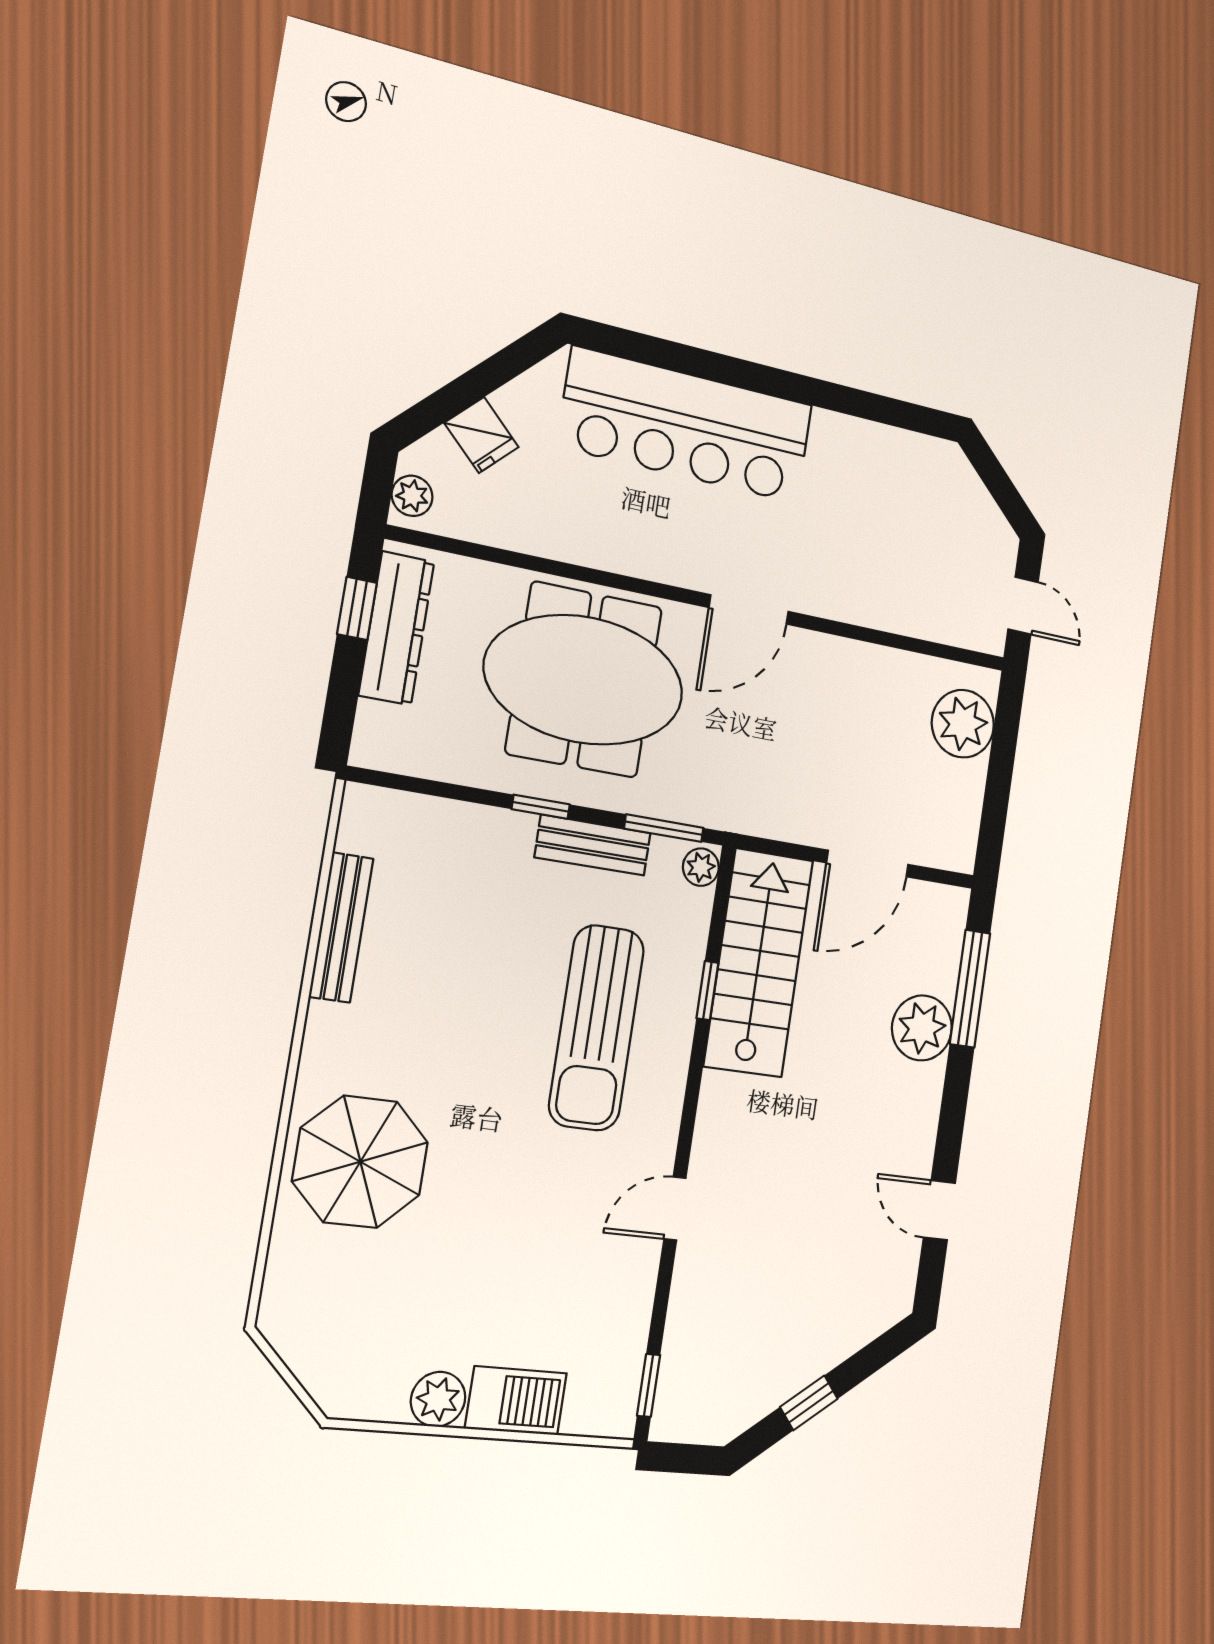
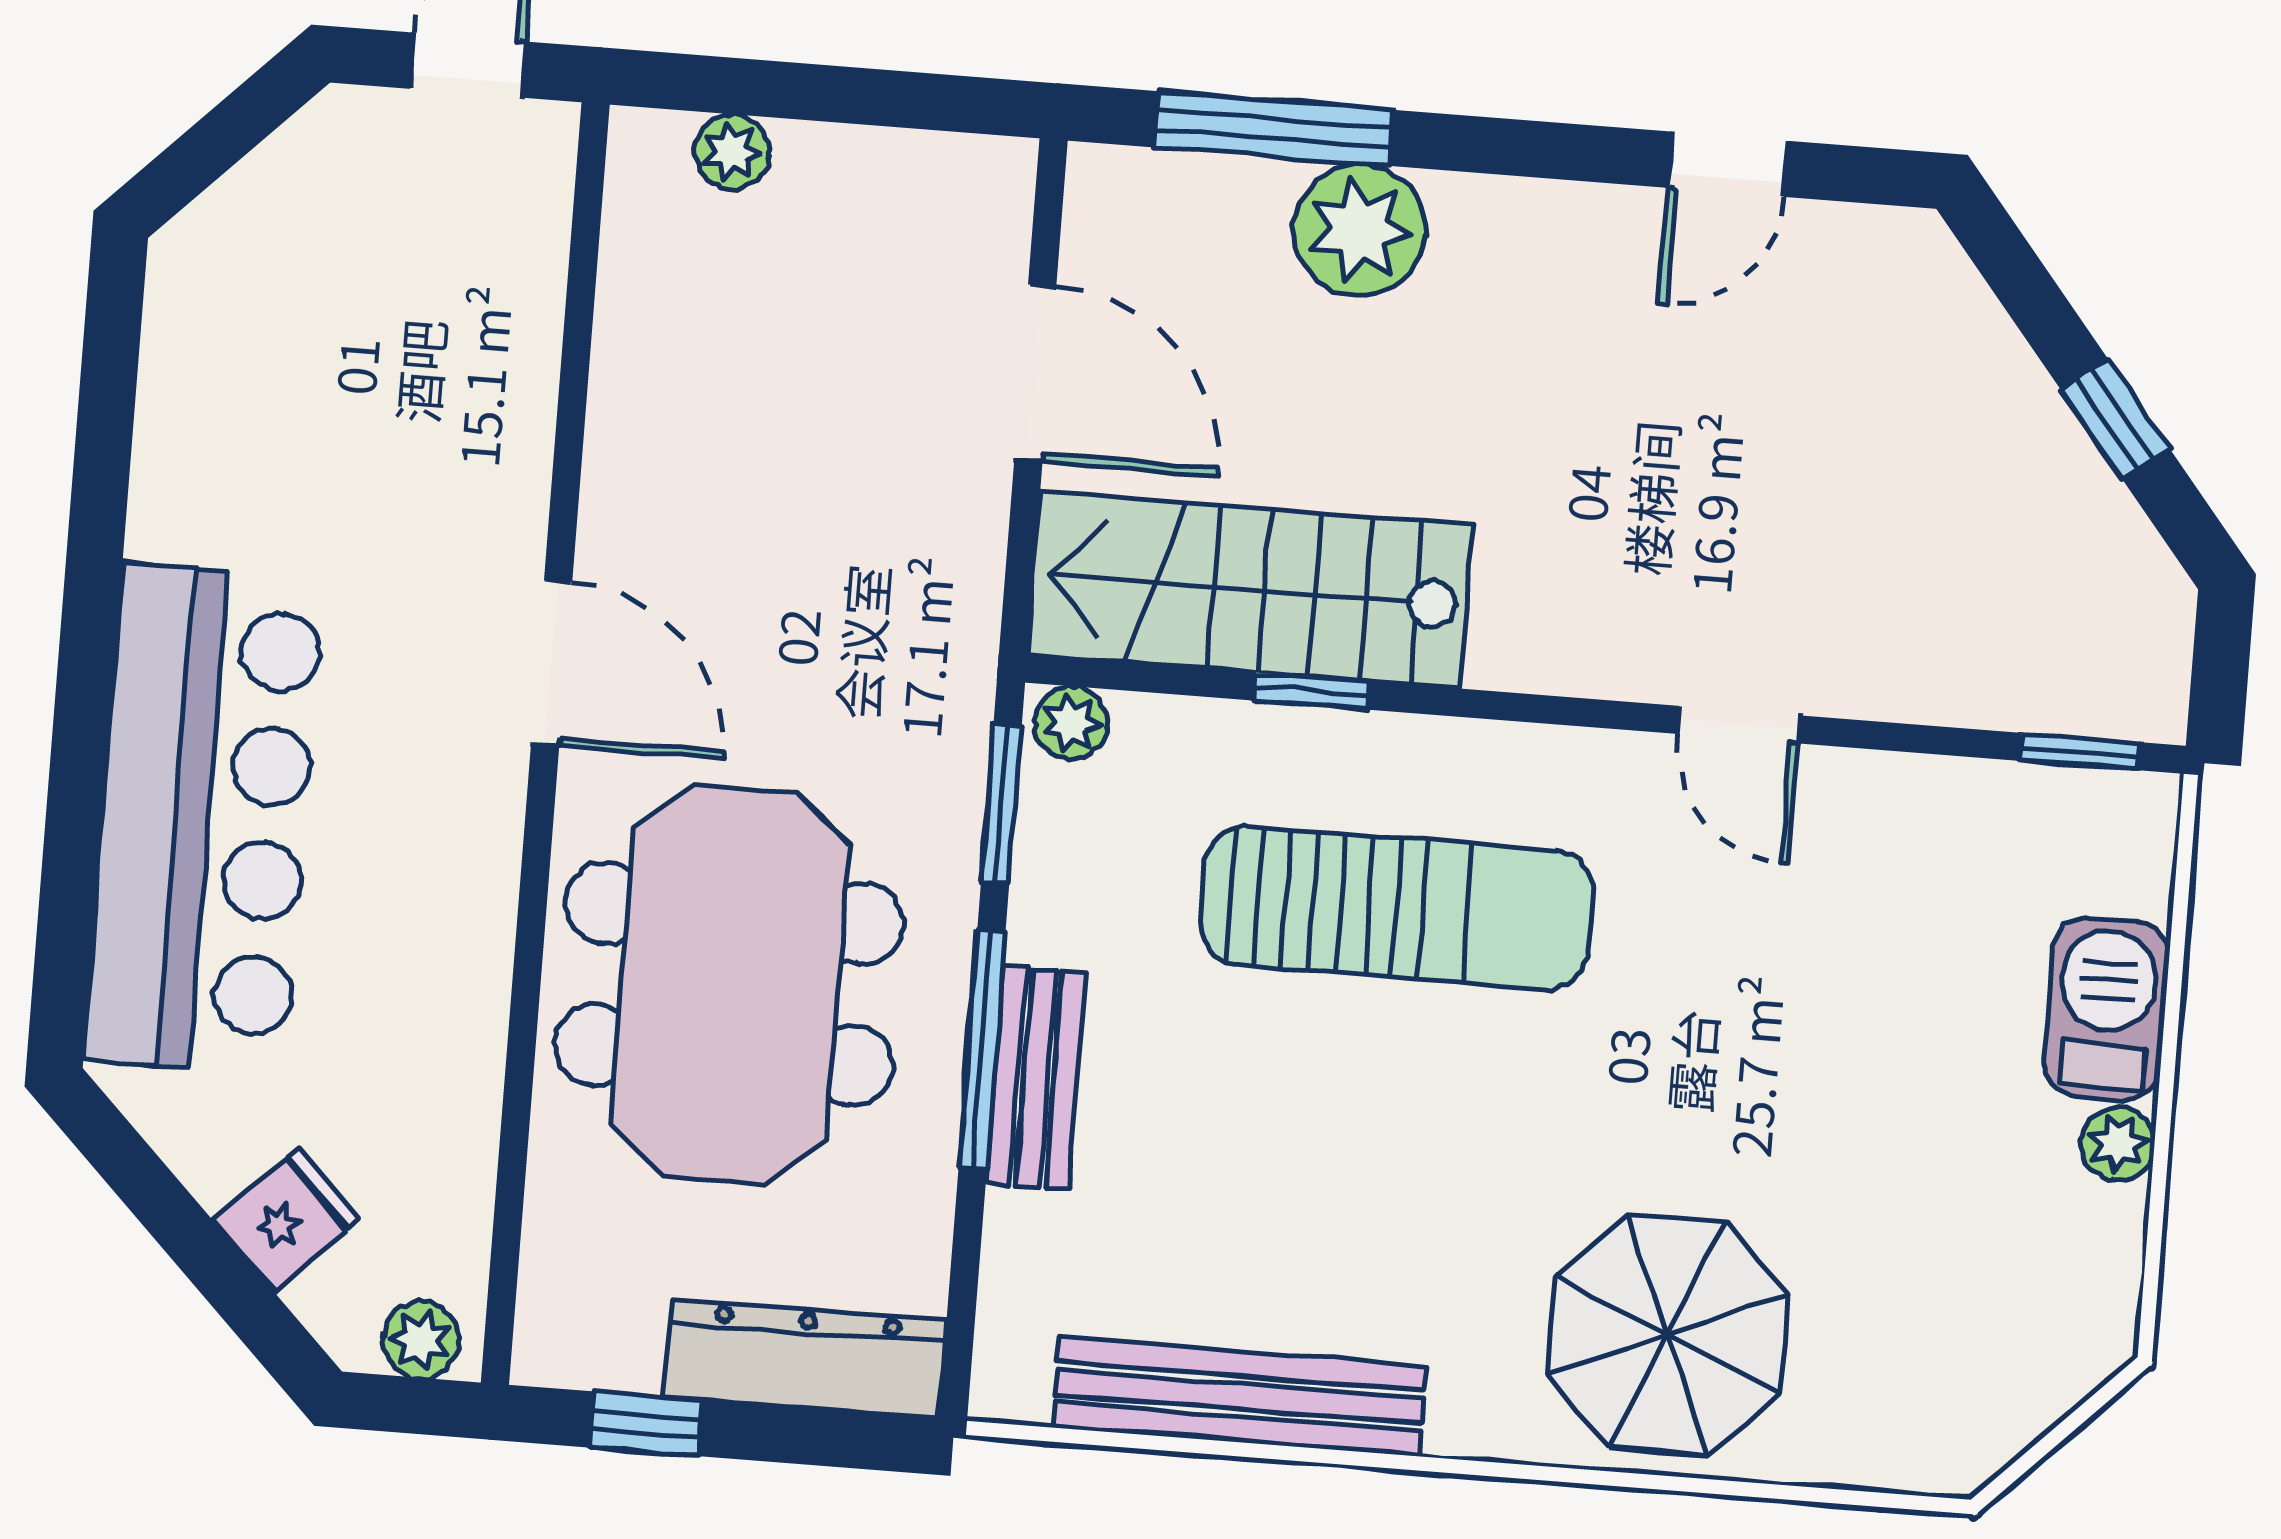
dresser: (397, 628) -> (805, 1359), moved
plant: (963, 724) -> (732, 152), width x0.53, depth x0.53
window: (541, 807) -> (982, 1050), width x2.17
bench: (593, 845) -> (1036, 1078), moved
bench: (341, 927) -> (1240, 1396), width x1.37, depth x1.21
plant: (438, 1399) -> (2118, 1144), width x0.73, depth x0.73

